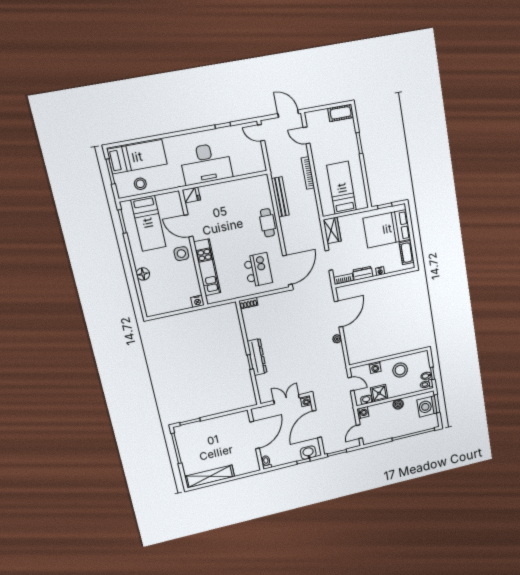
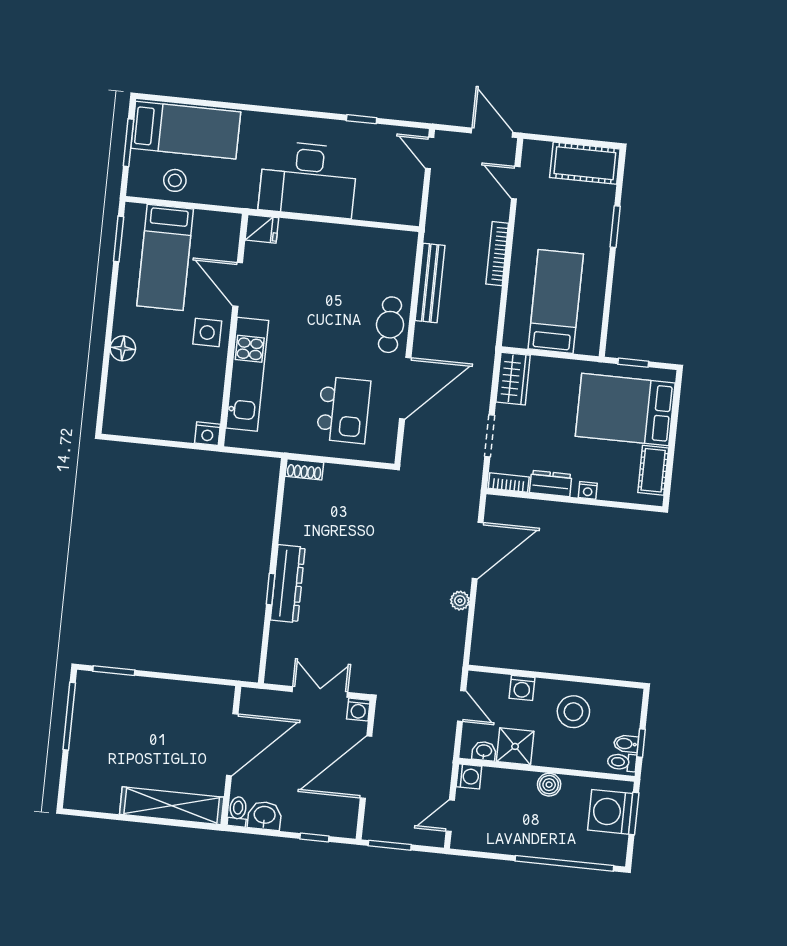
cot: (341, 113) -> (585, 163), width x1.37, depth x1.34
door: (287, 270) -> (405, 388), moved
washbasin: (308, 453) -> (265, 816), moved
shelving: (210, 476) -> (172, 806), moved

